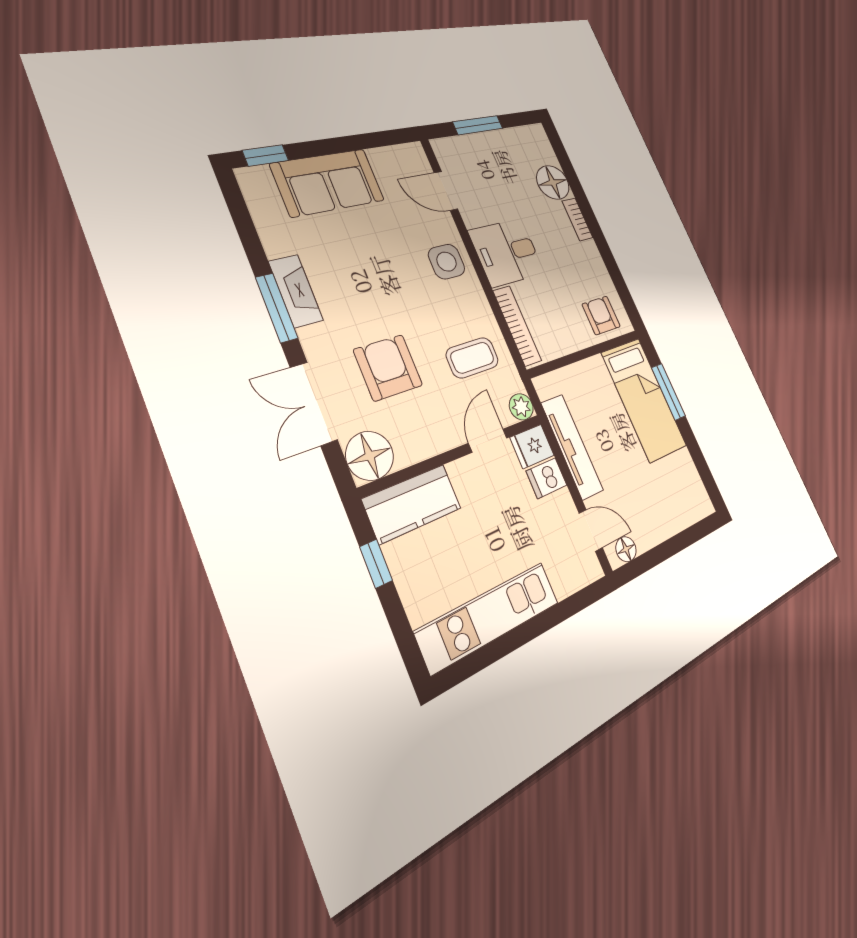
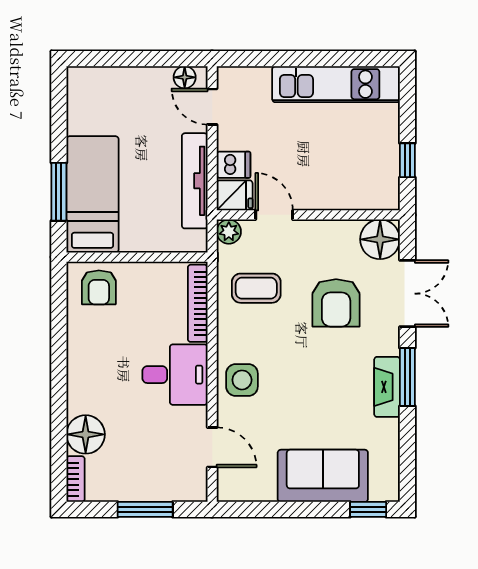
bookcase: (577, 219) -> (75, 479), moved
door: (488, 441) -> (274, 215), swing flipped
kitchen counter: (412, 504) -> (361, 191), removed

